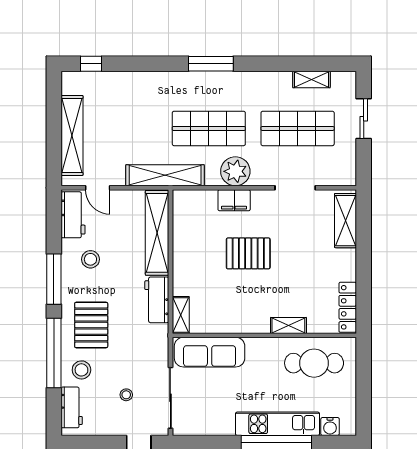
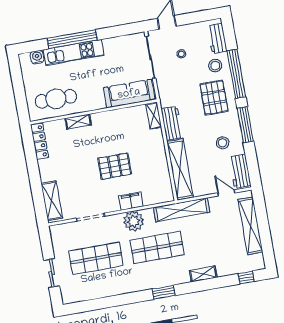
window: (211, 64) -> (164, 292), width x0.69
shelving: (311, 79) -> (203, 274), moved

